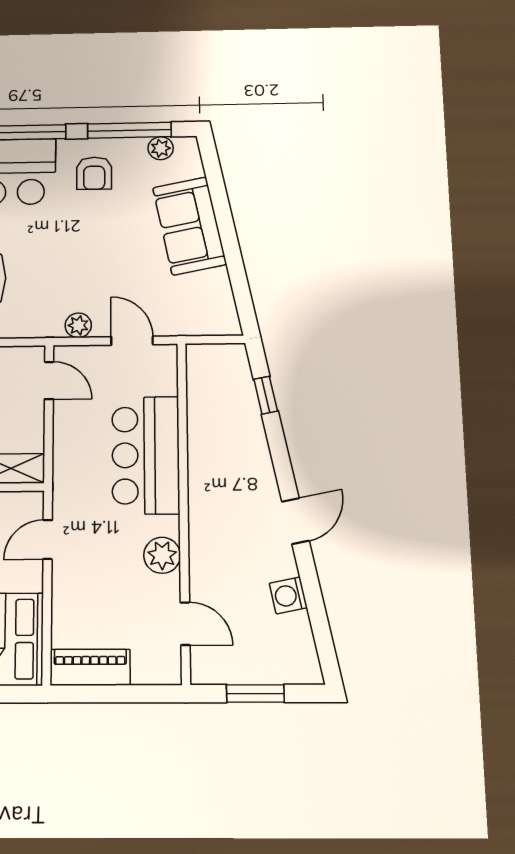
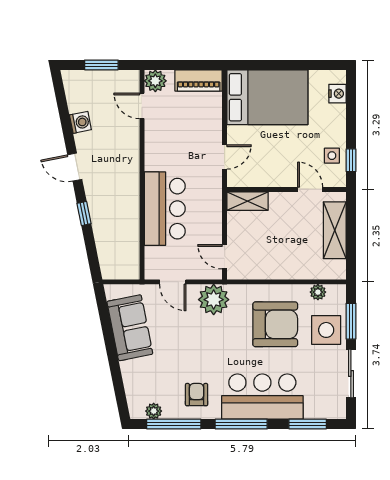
sofa: (189, 226) -> (130, 328), moved
plant: (78, 325) -> (214, 300), width x1.87, depth x1.87
window: (266, 395) -> (84, 214), moved
door: (295, 521) -> (75, 167), hinge flipped
plant: (162, 555) -> (155, 81), moved

